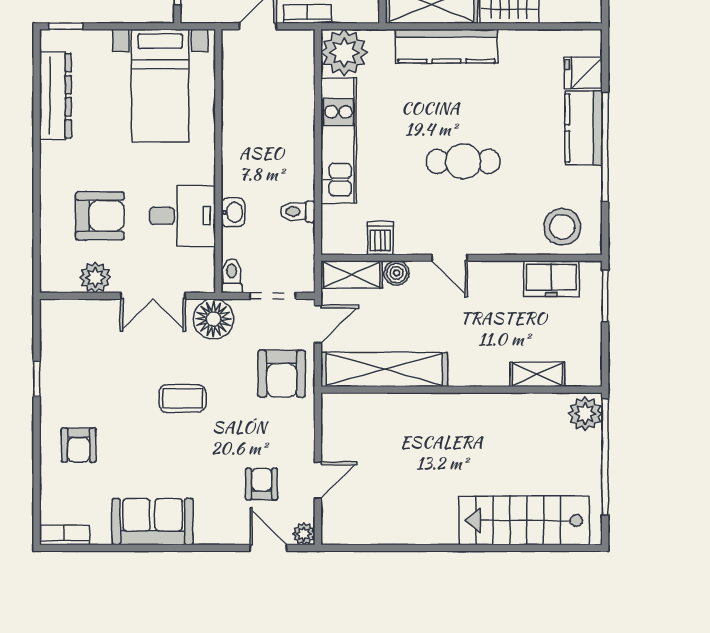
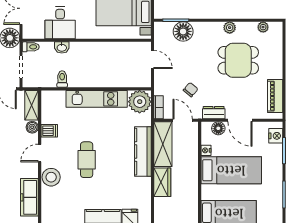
bookcase: (308, 14) -> (159, 107), moved
stool: (562, 227) -> (51, 177), moved
dishwasher: (380, 238) -> (49, 131), moved
freezer: (551, 279) -> (29, 197), width x1.40

